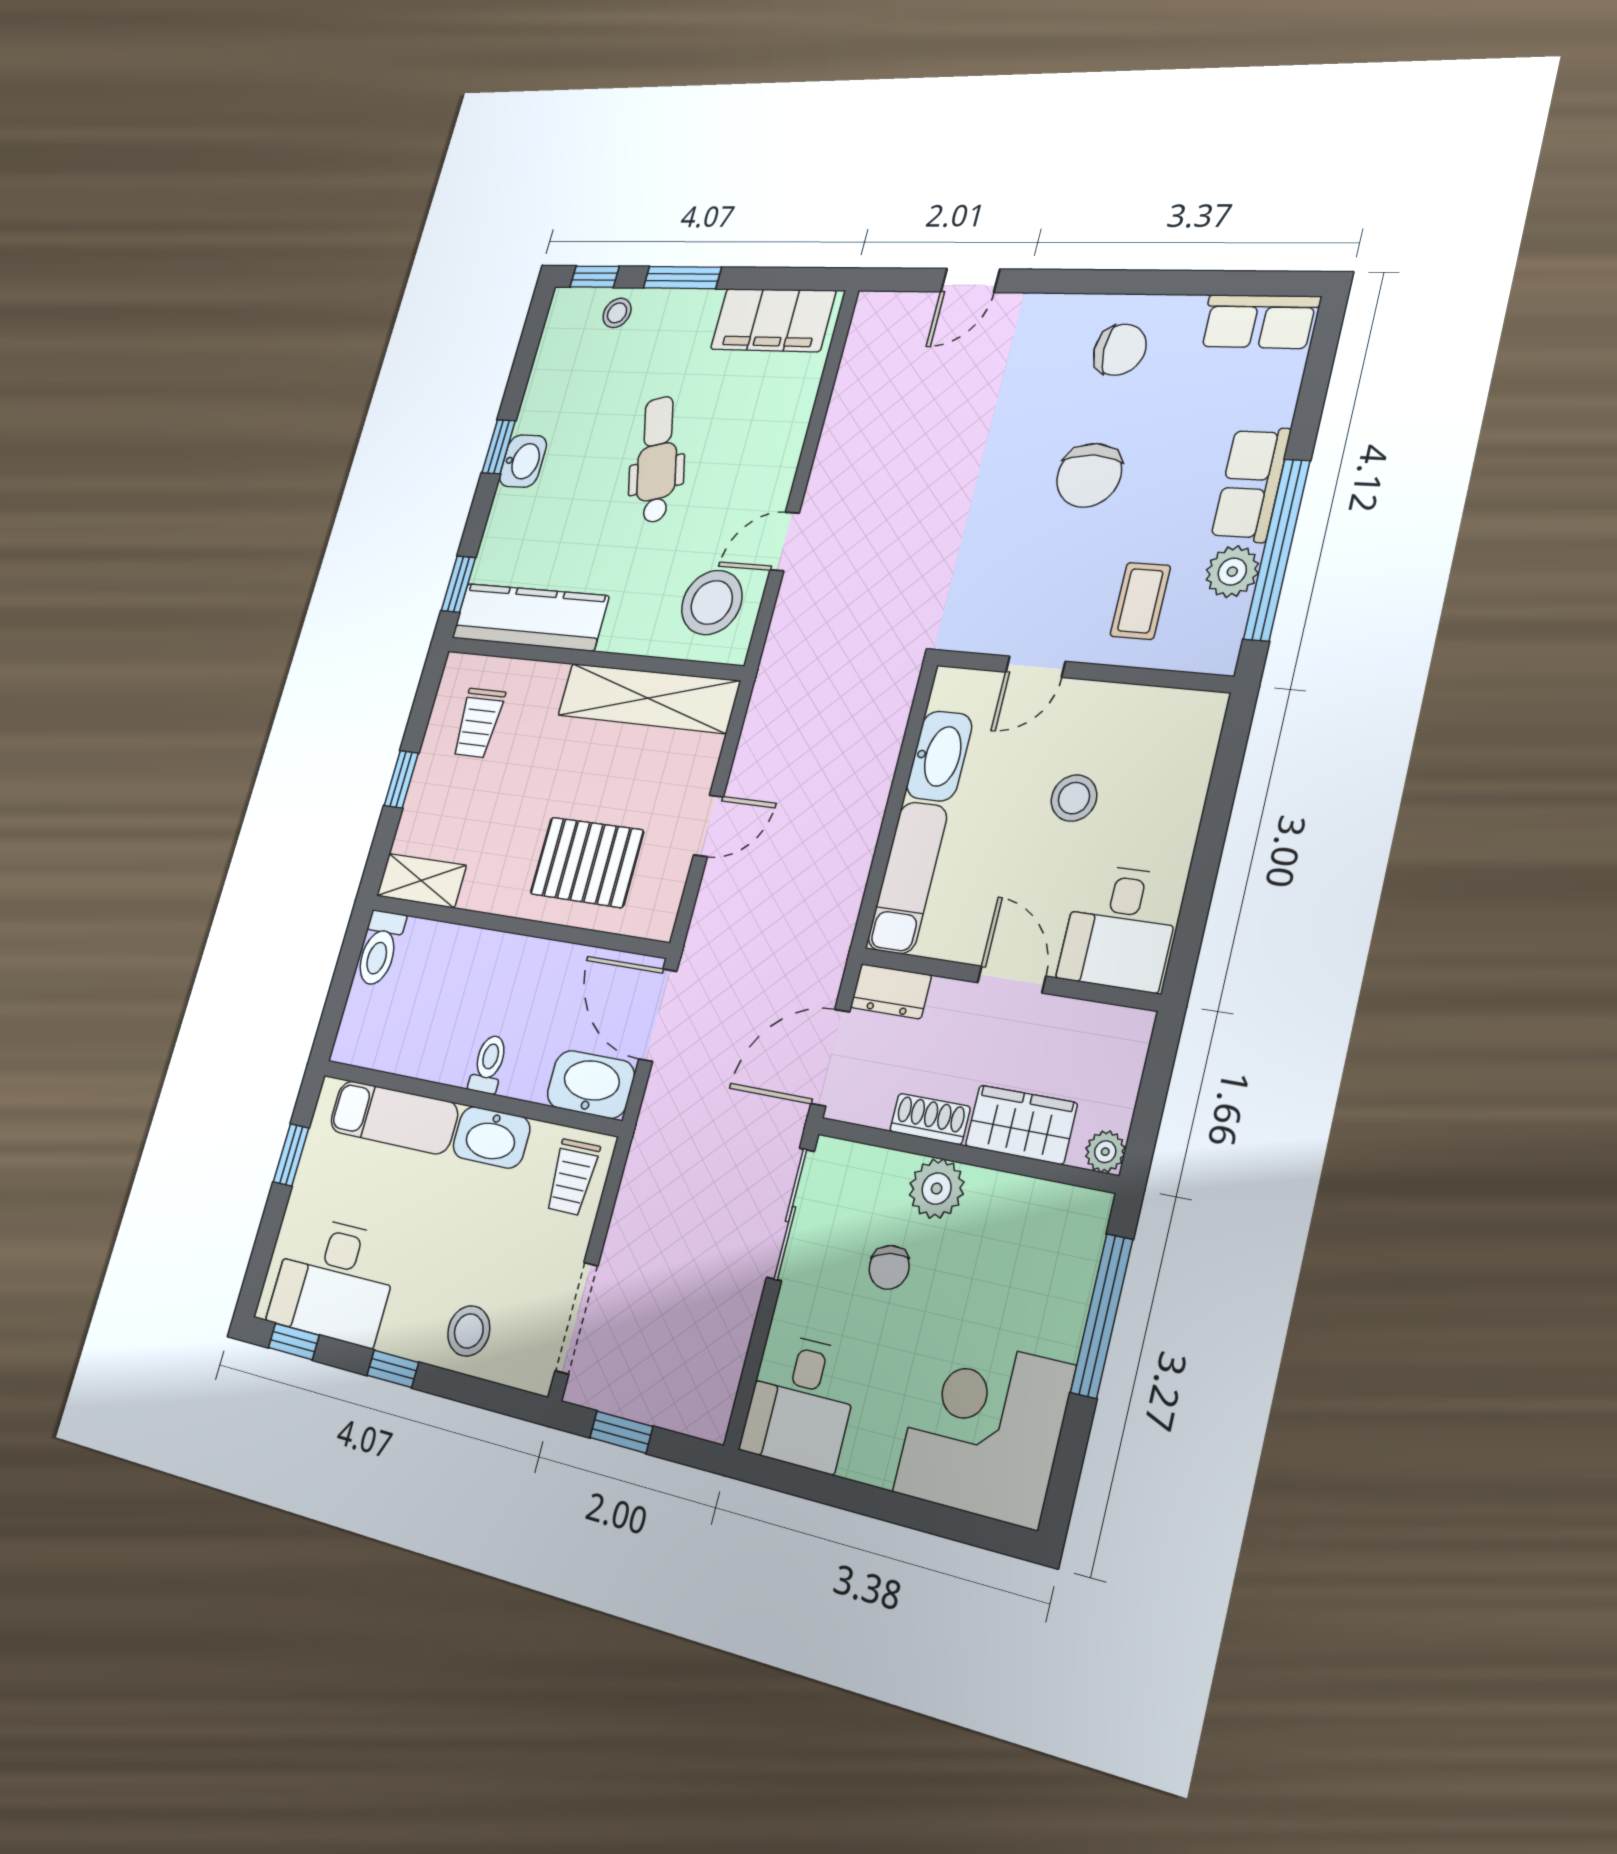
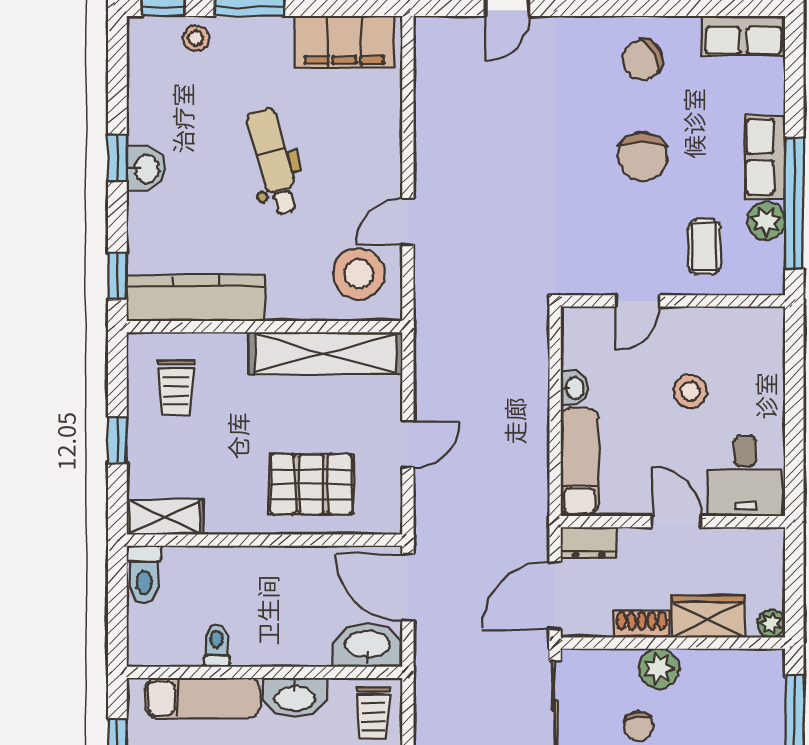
chair: (1120, 350) -> (643, 60), turned 152
washbasin: (939, 756) -> (574, 388), width x0.52, depth x0.69
toilet: (489, 1064) -> (217, 646), moved

